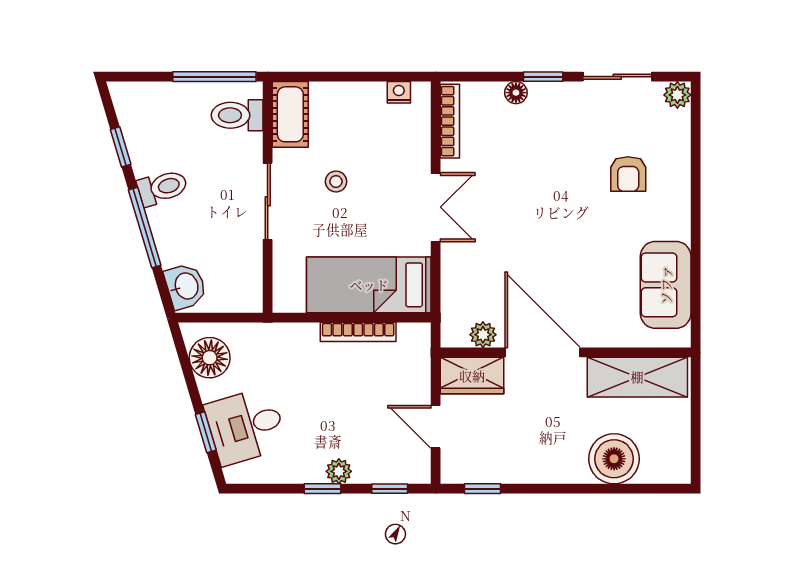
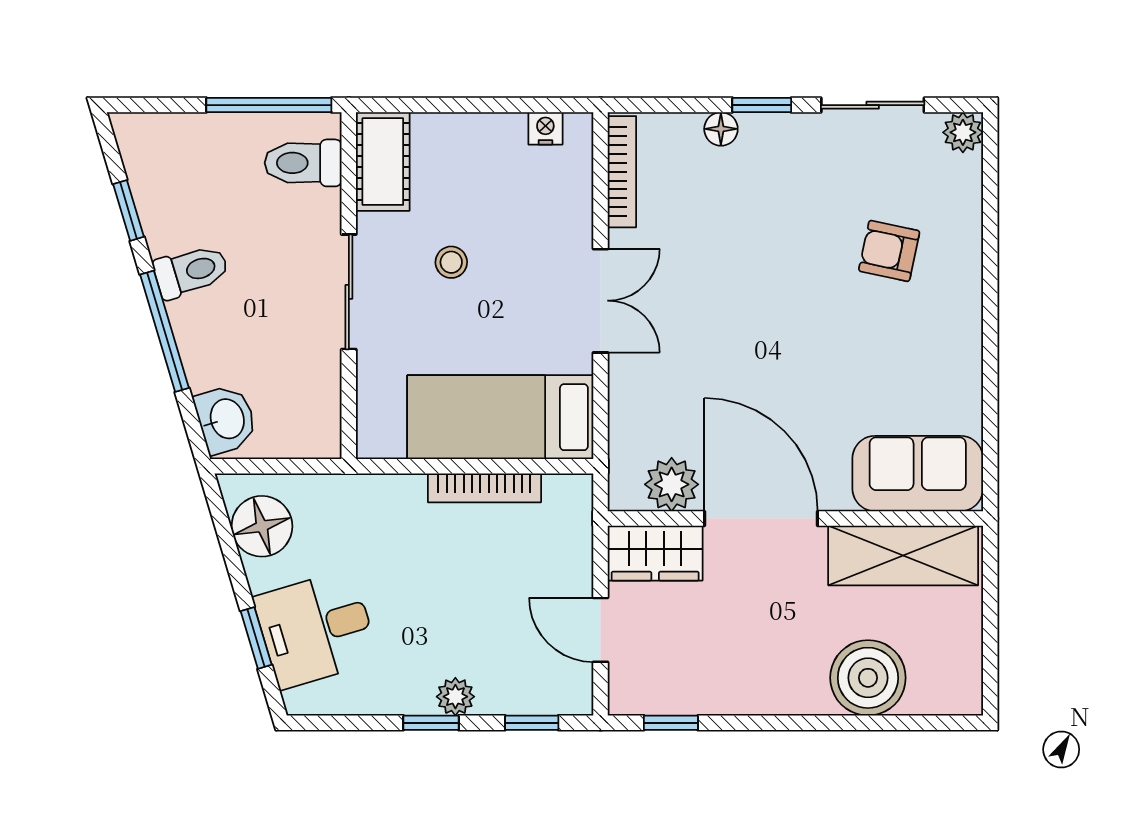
armchair: (628, 174) -> (889, 251), turned 102
sofa: (666, 285) -> (918, 474), moved, turned 90
plant: (483, 335) -> (672, 484), width x1.38, depth x1.38

